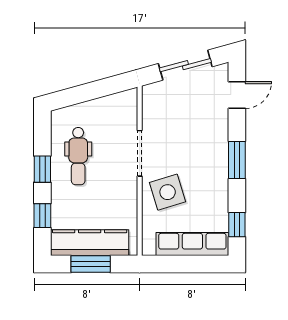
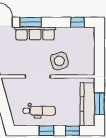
window: (237, 160) -> (30, 22), moved
row of seats: (192, 244) -> (35, 33), moved, turned -90

